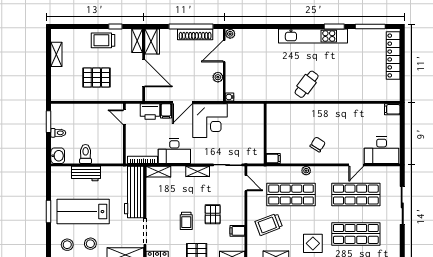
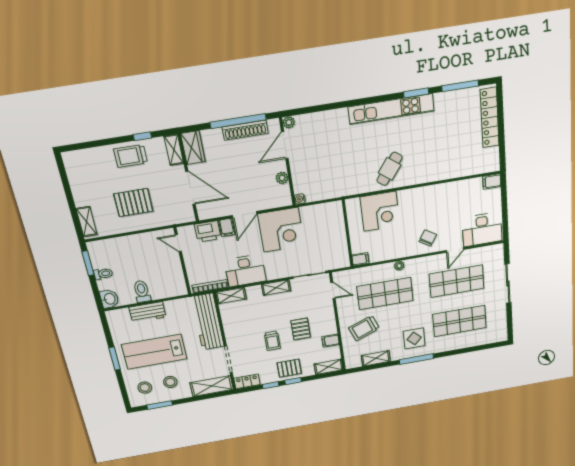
shelving: (56, 54) -> (87, 222), moved
corner desk: (295, 119) -> (380, 211), added
chair: (318, 144) -> (428, 238), moved

